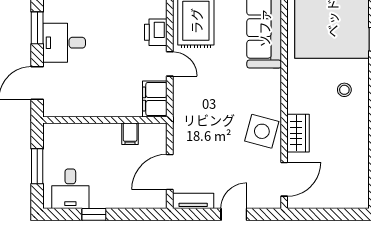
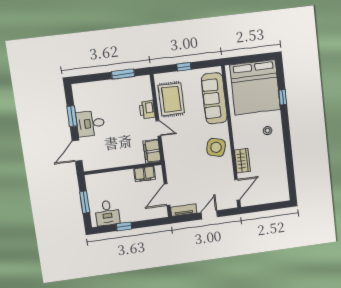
side table: (262, 131) -> (216, 147), moved
filing cabinet: (130, 134) -> (145, 174), width x2.00

